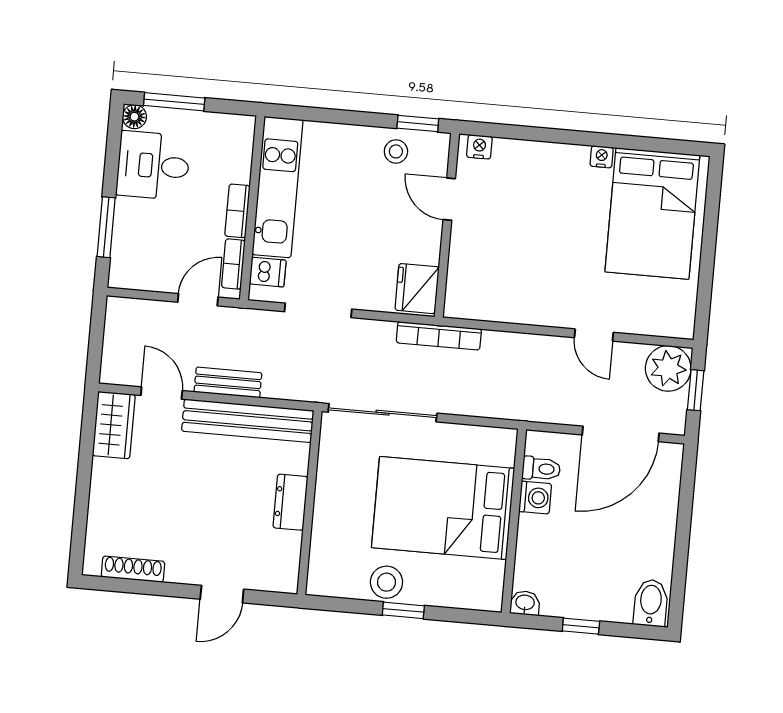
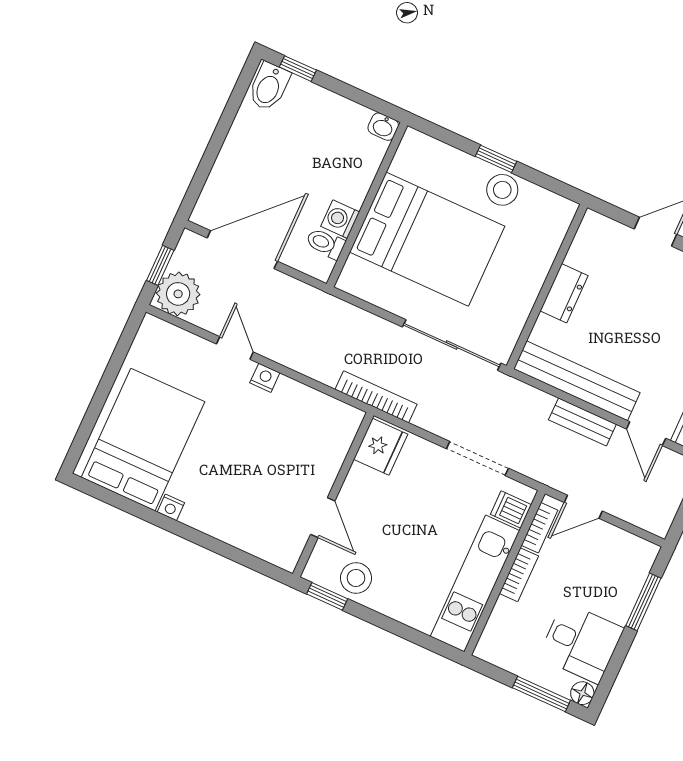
nightstand: (479, 147) -> (265, 378), moved, turned 180
stool: (396, 151) -> (356, 578), width x1.37, depth x1.37
window: (581, 626) -> (298, 69), moved

